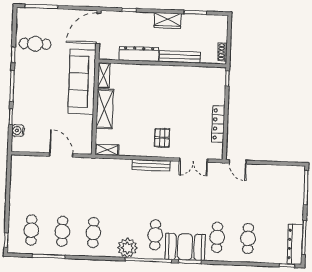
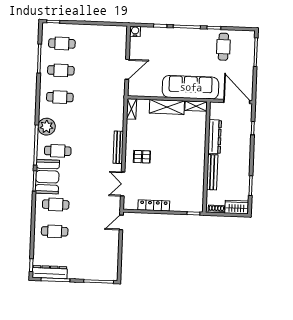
wardrobe: (168, 21) -> (237, 207), moved, turned 90
water cooler: (18, 131) -> (135, 31), moved

